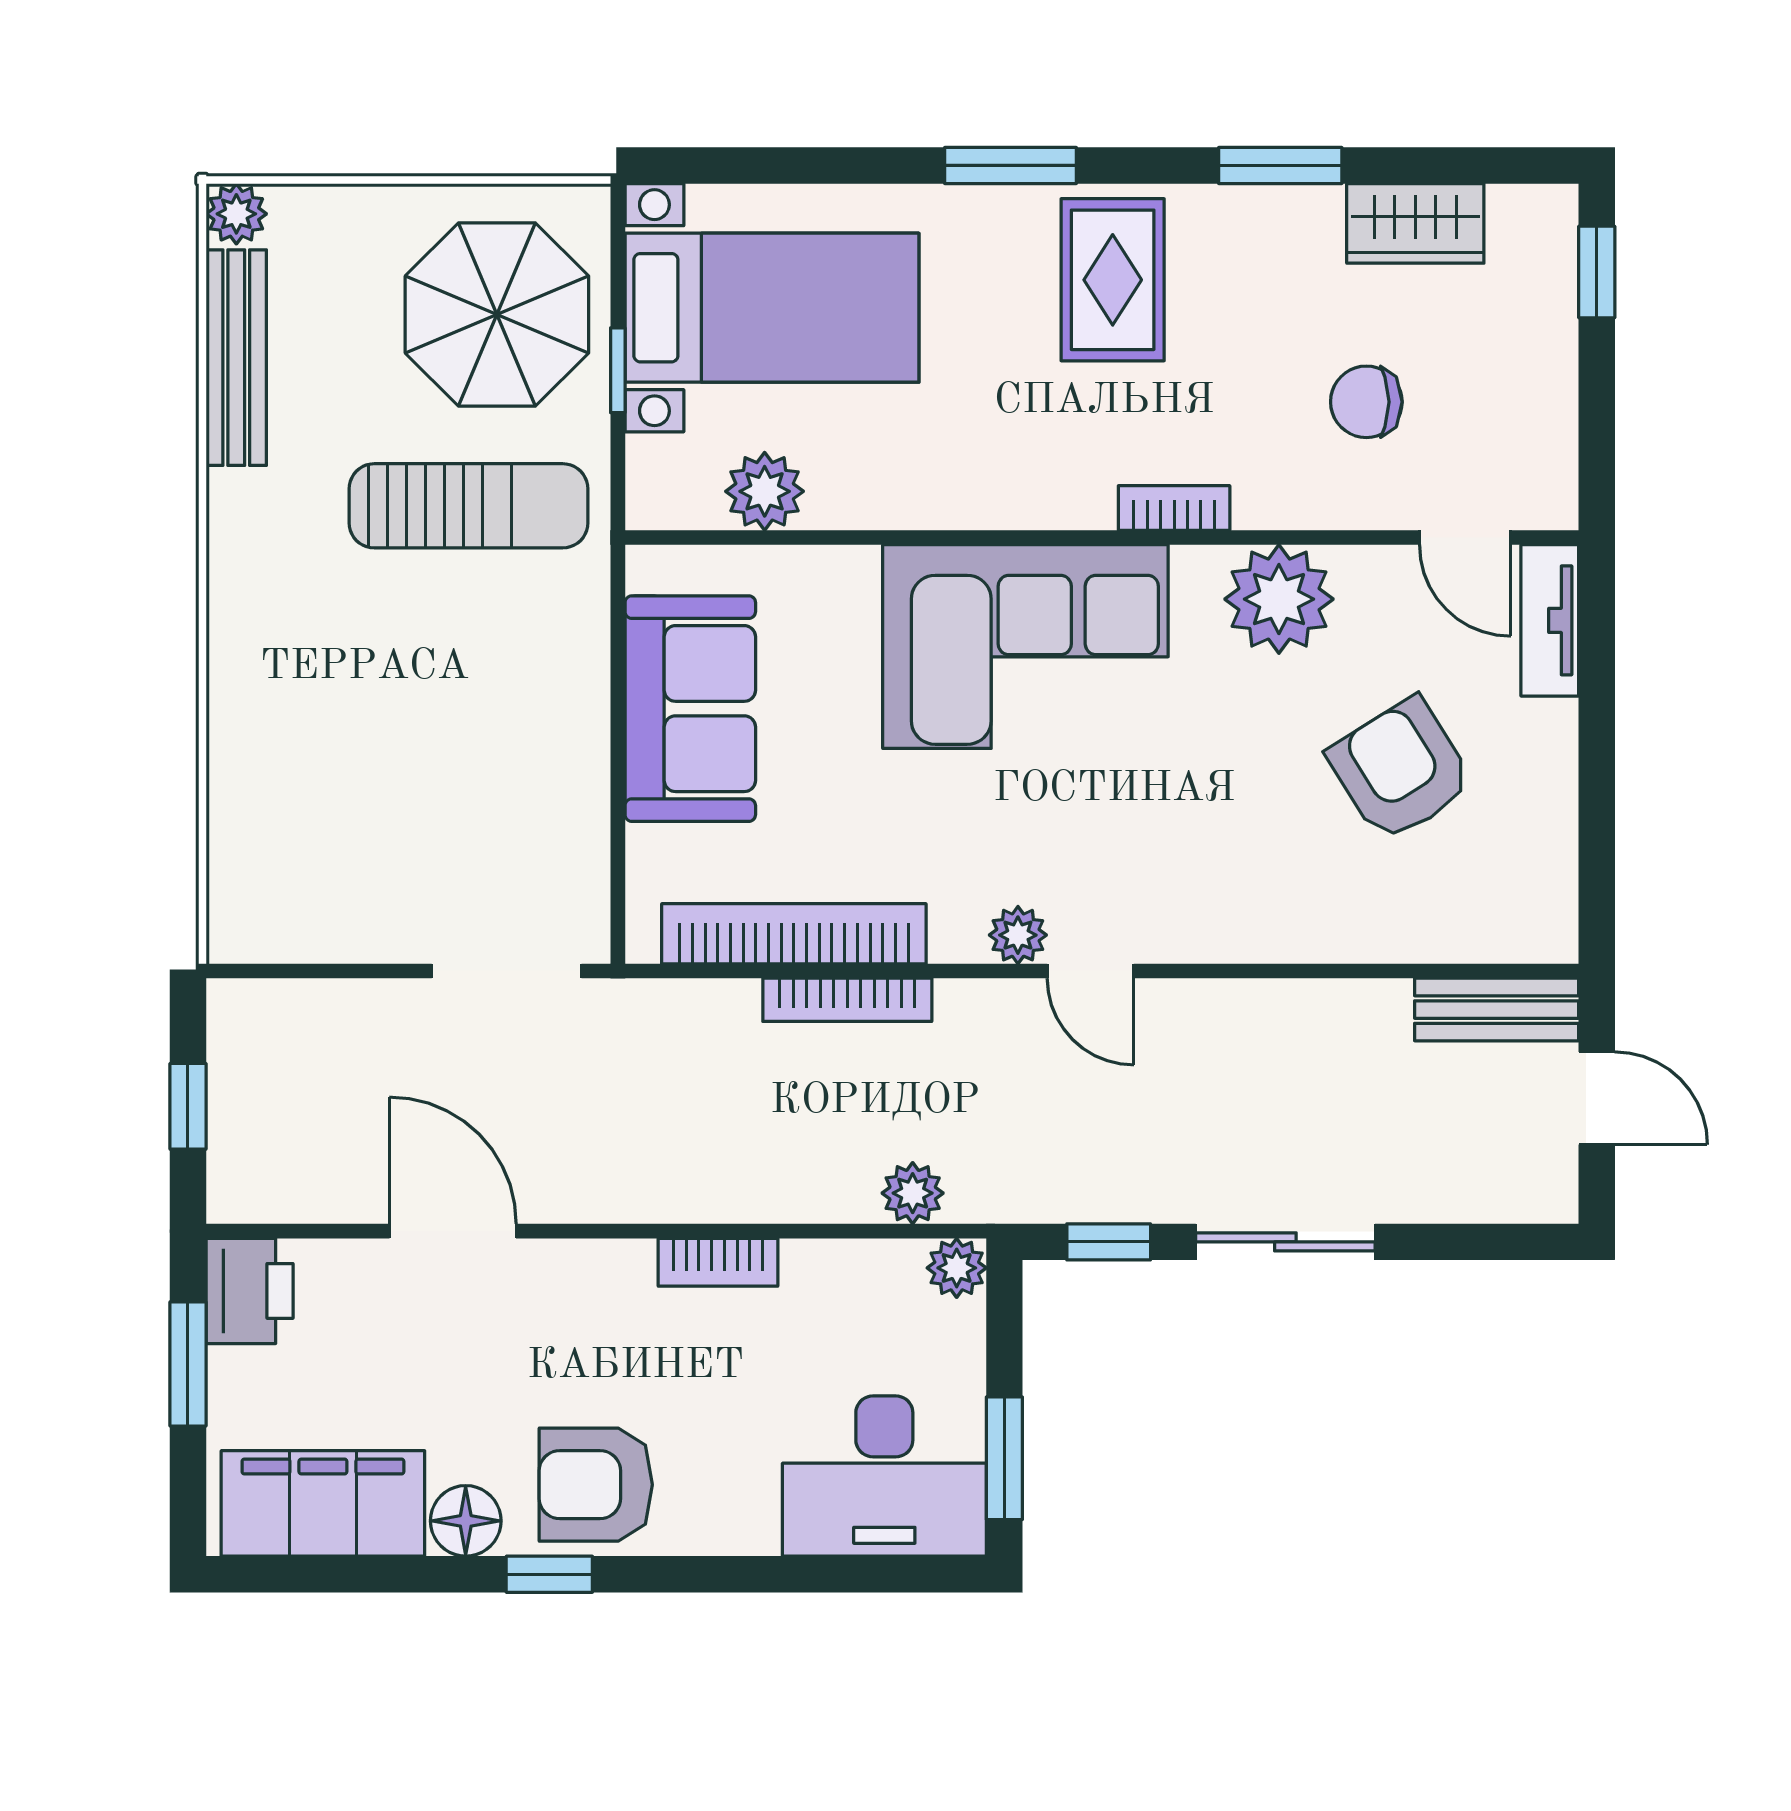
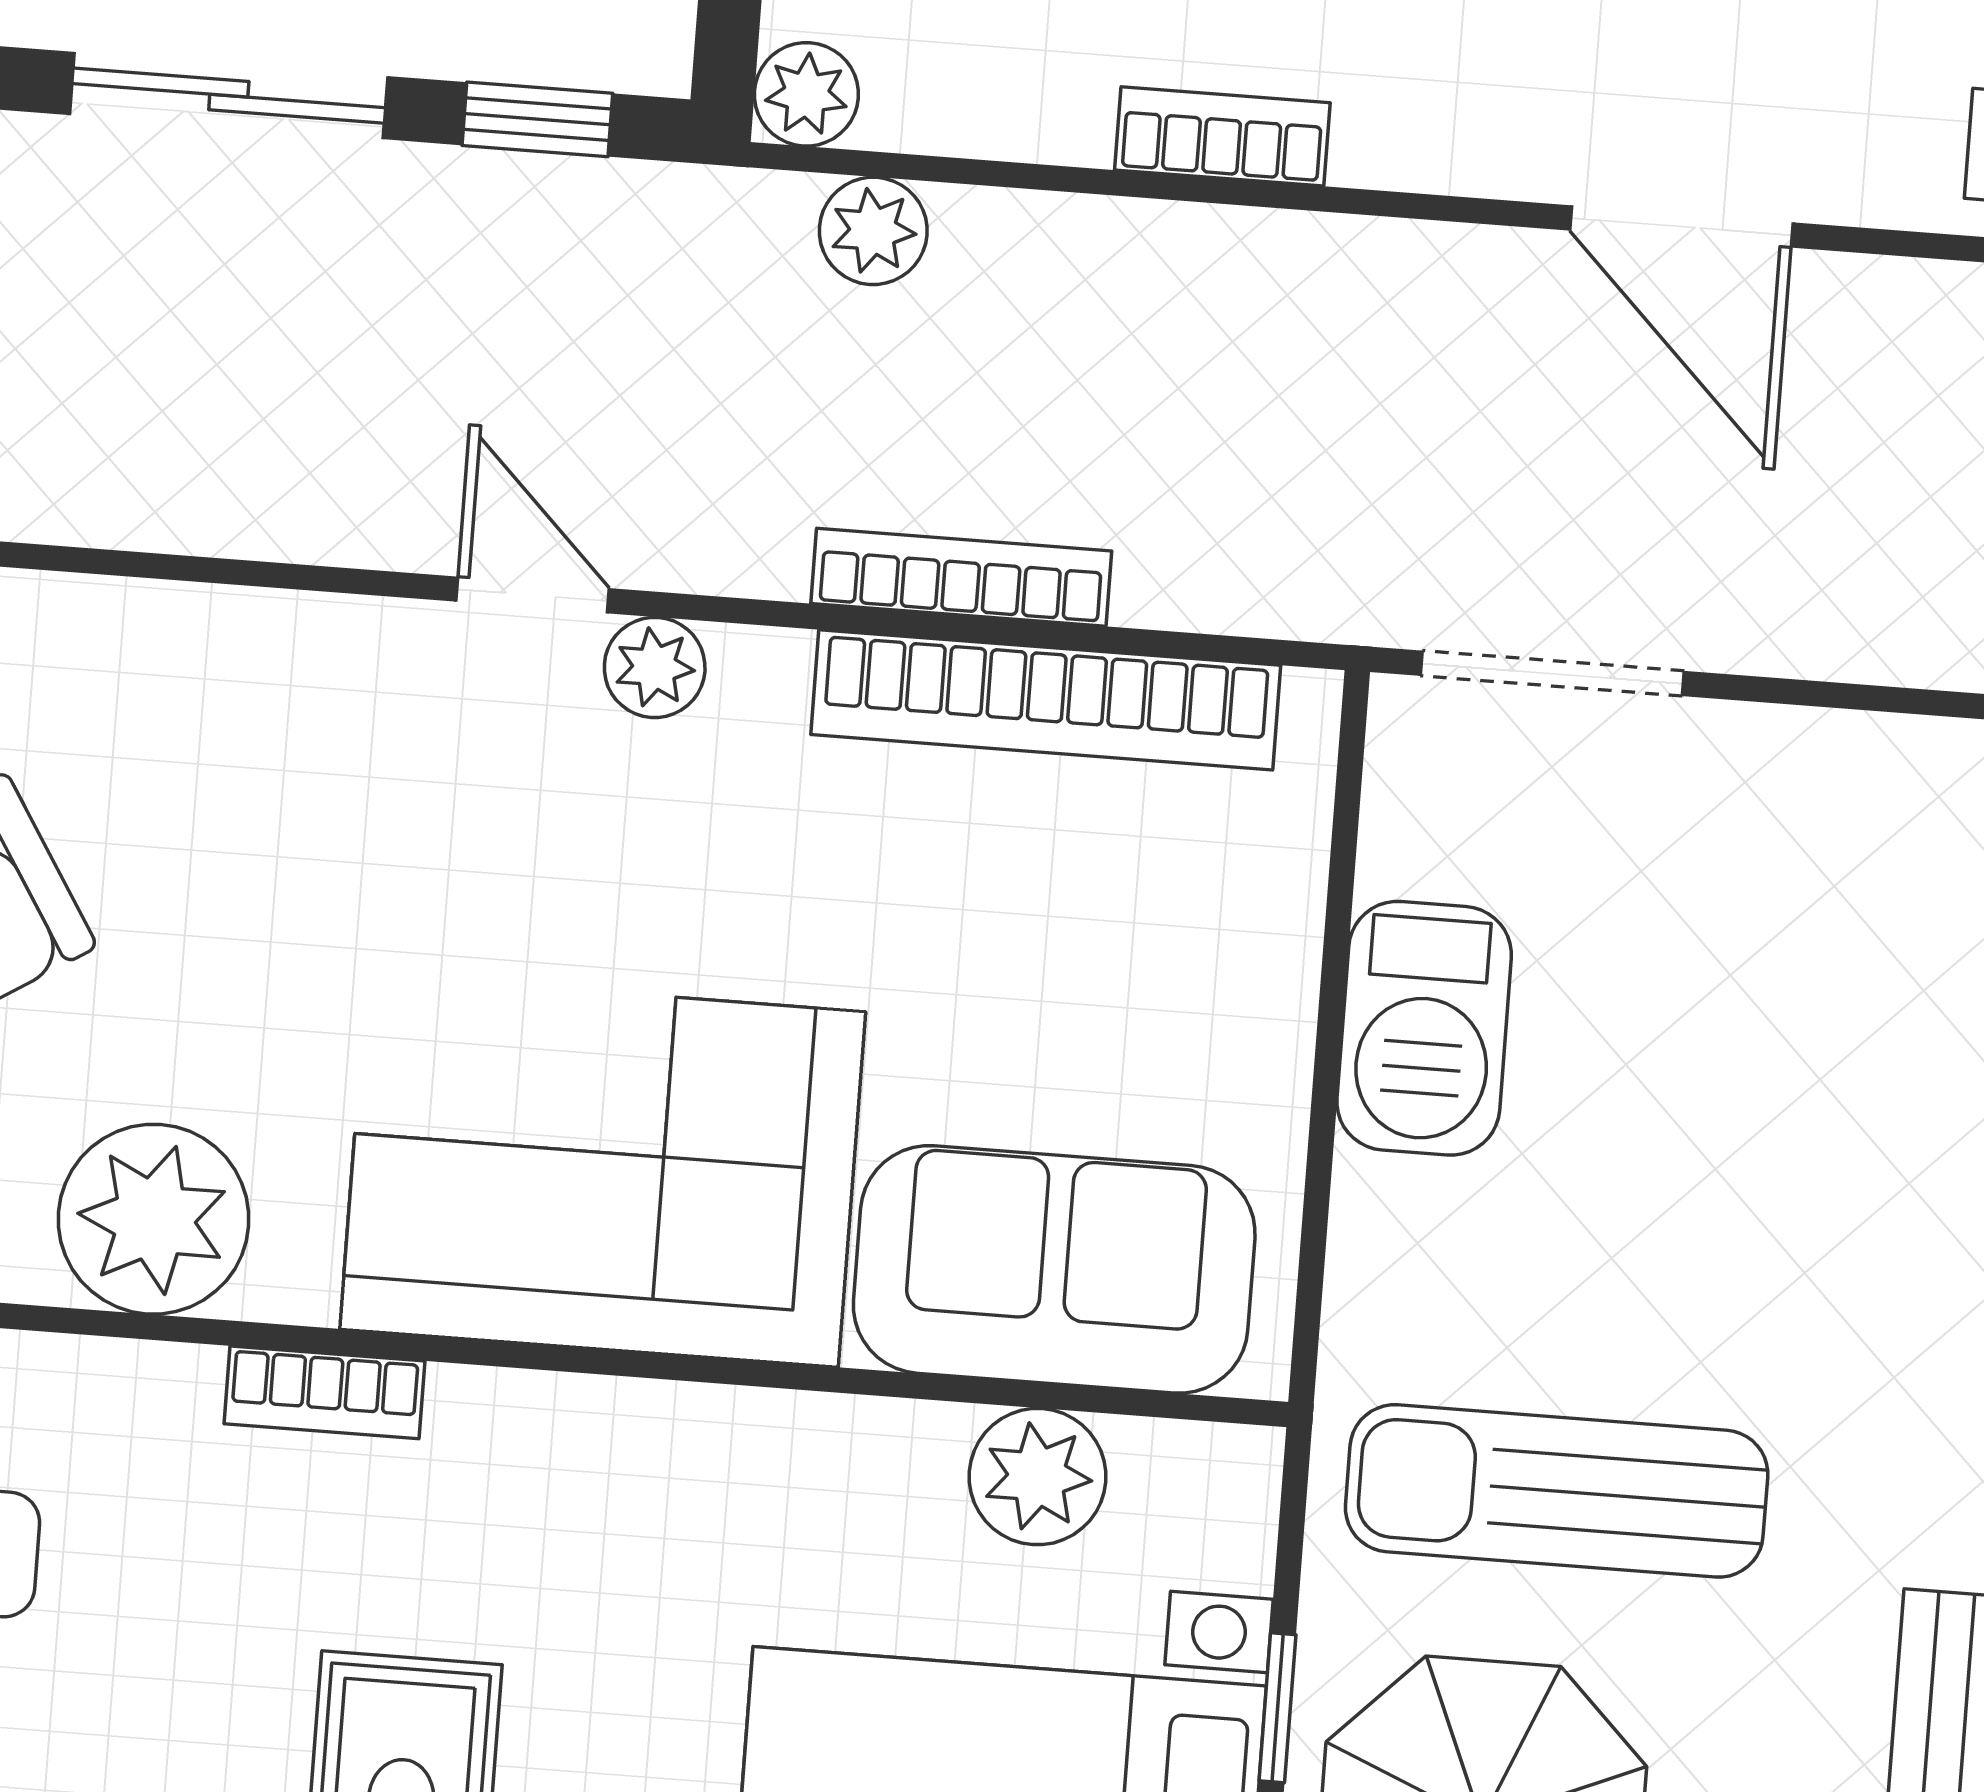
sofa: (690, 709) -> (1054, 1269), moved, turned 90
barbecue: (564, 763) -> (1424, 1028), added

